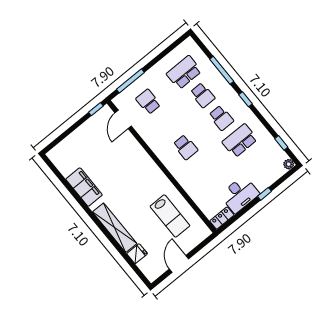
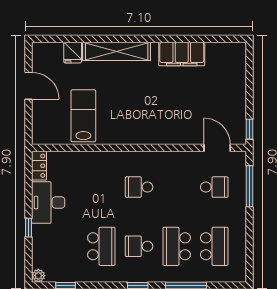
school desk: (203, 95) -> (177, 246), width x1.85
lab bench: (170, 216) -> (83, 116), turned 90

